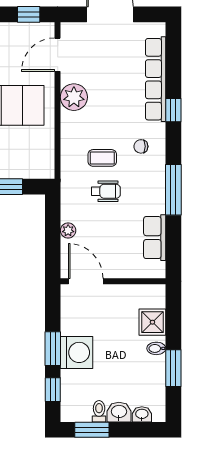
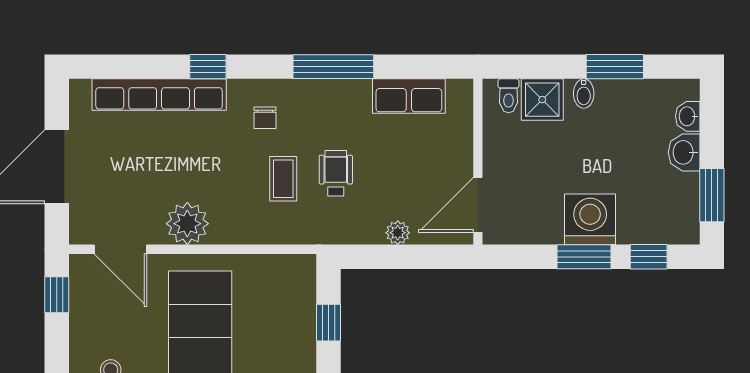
toilet: (99, 411) -> (509, 96), moved, turned -90

